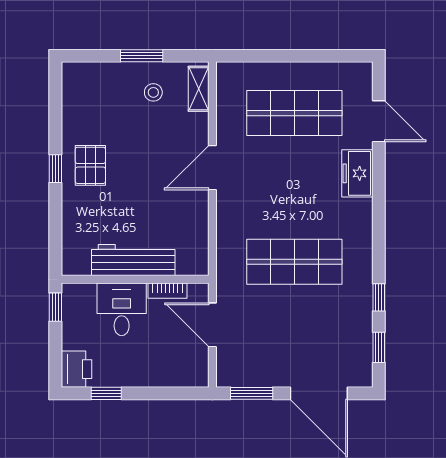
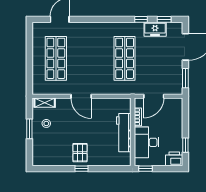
pallet: (90, 165) -> (80, 153), turned 90
freezer: (357, 173) -> (155, 29), moved
desk: (122, 309) -> (147, 142), width x1.37

